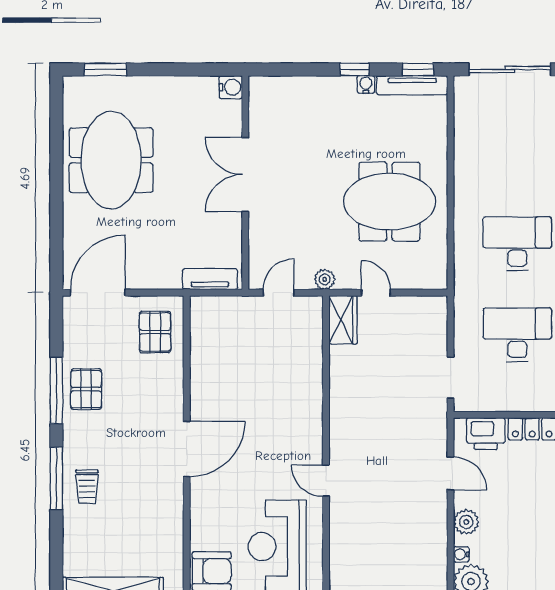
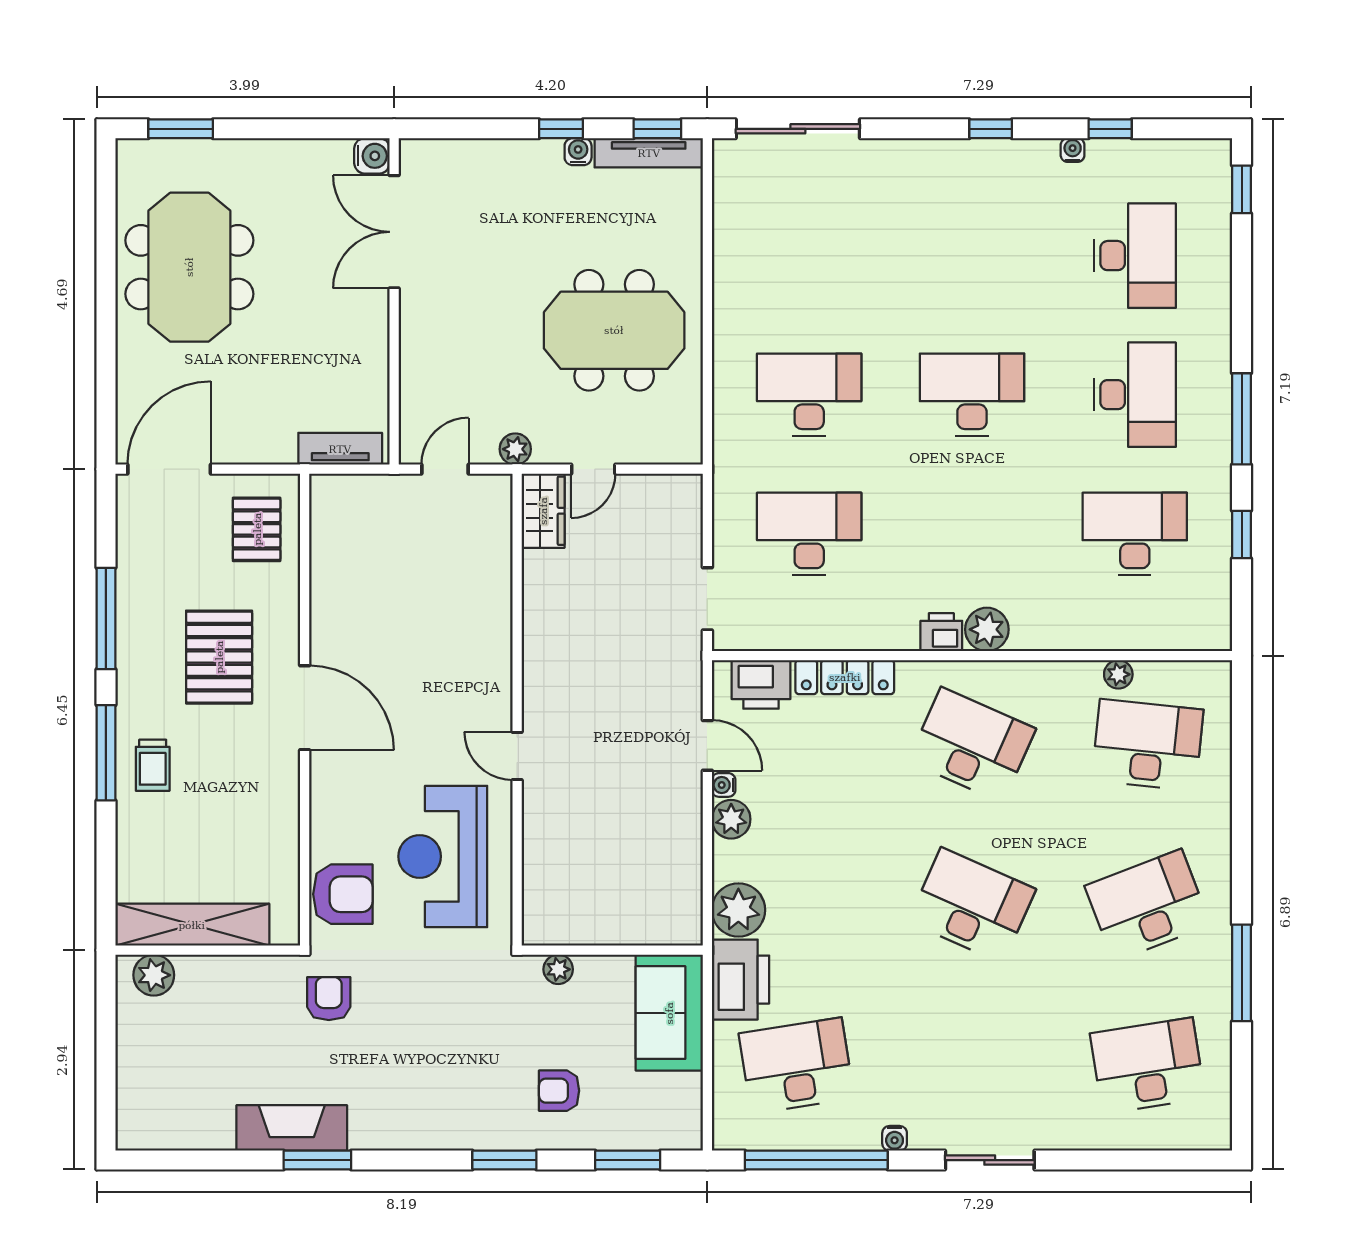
double door: (245, 174) -> (394, 232), moved
door: (376, 293) -> (593, 469), swing flipped
pallet: (86, 389) -> (219, 657), moved, width x1.50, depth x1.42
door: (187, 449) -> (305, 708), hinge flipped
water cooler: (461, 554) -> (724, 785), moved

